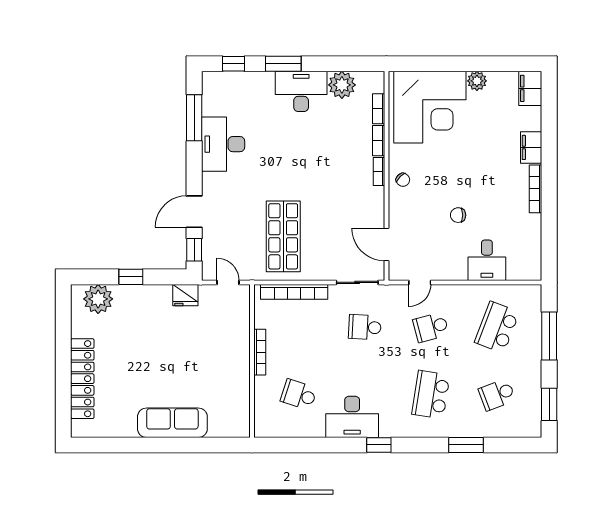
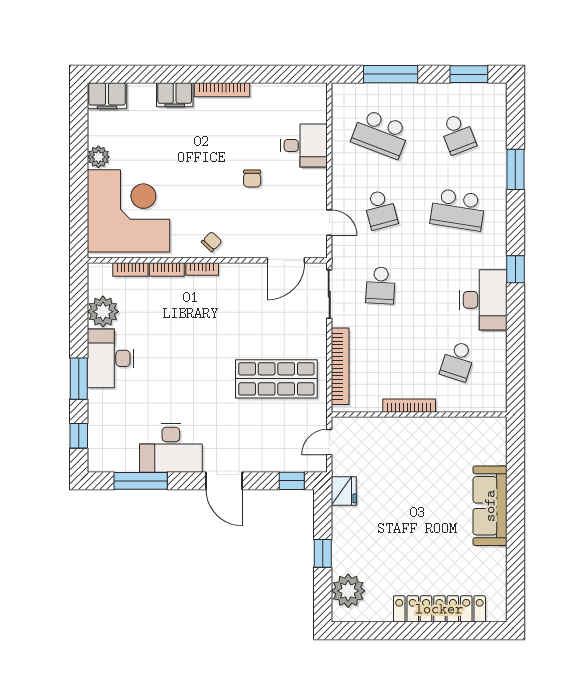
door: (194, 212) -> (224, 481), moved

